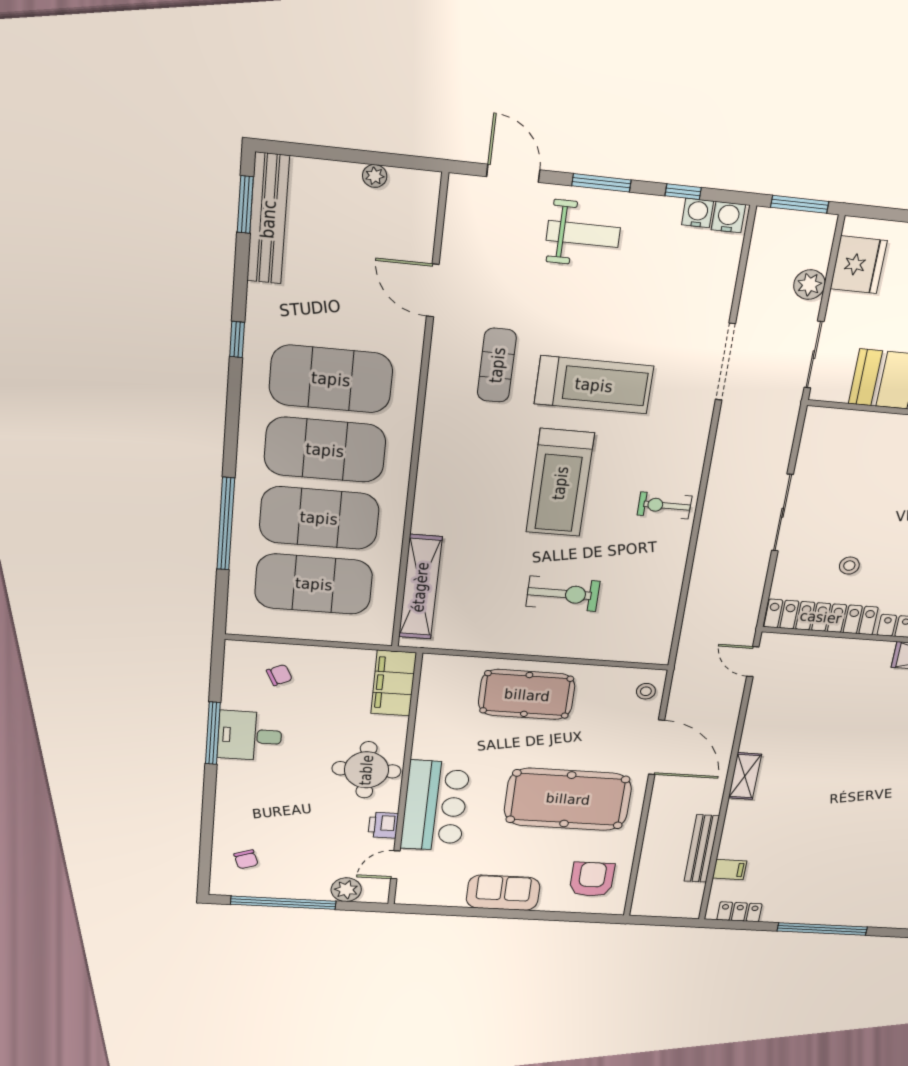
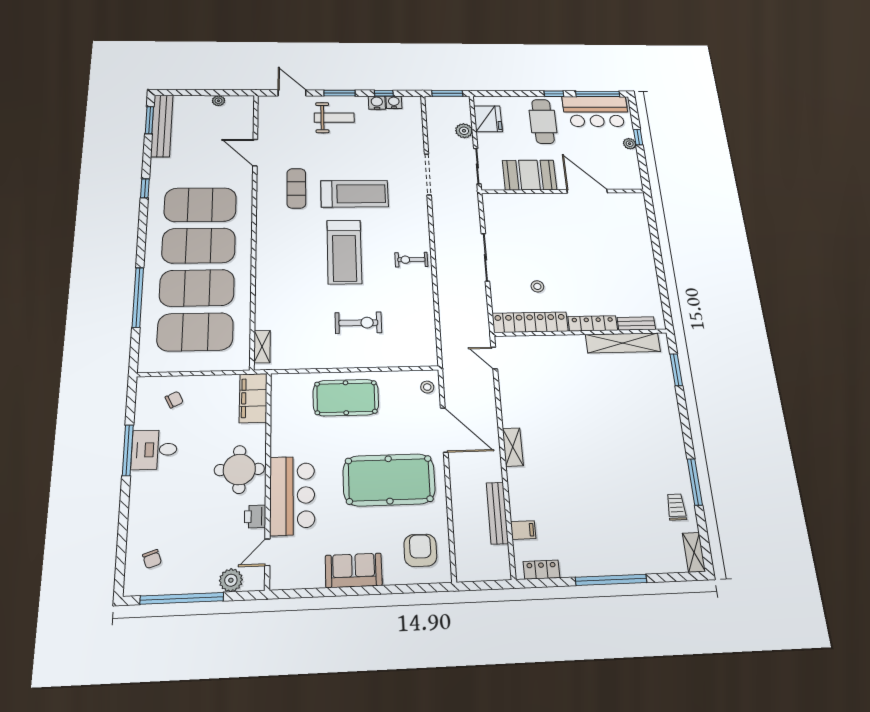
water cooler: (728, 217) -> (377, 103), moved
shelving: (420, 587) -> (262, 347), width x0.45, depth x0.75

